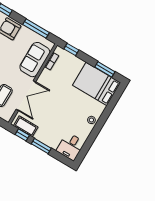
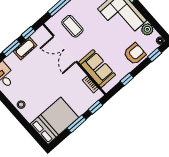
window: (36, 28) -> (127, 79), width x0.46
window: (105, 69) -> (77, 124), moved
cot: (26, 126) -> (25, 48), moved

